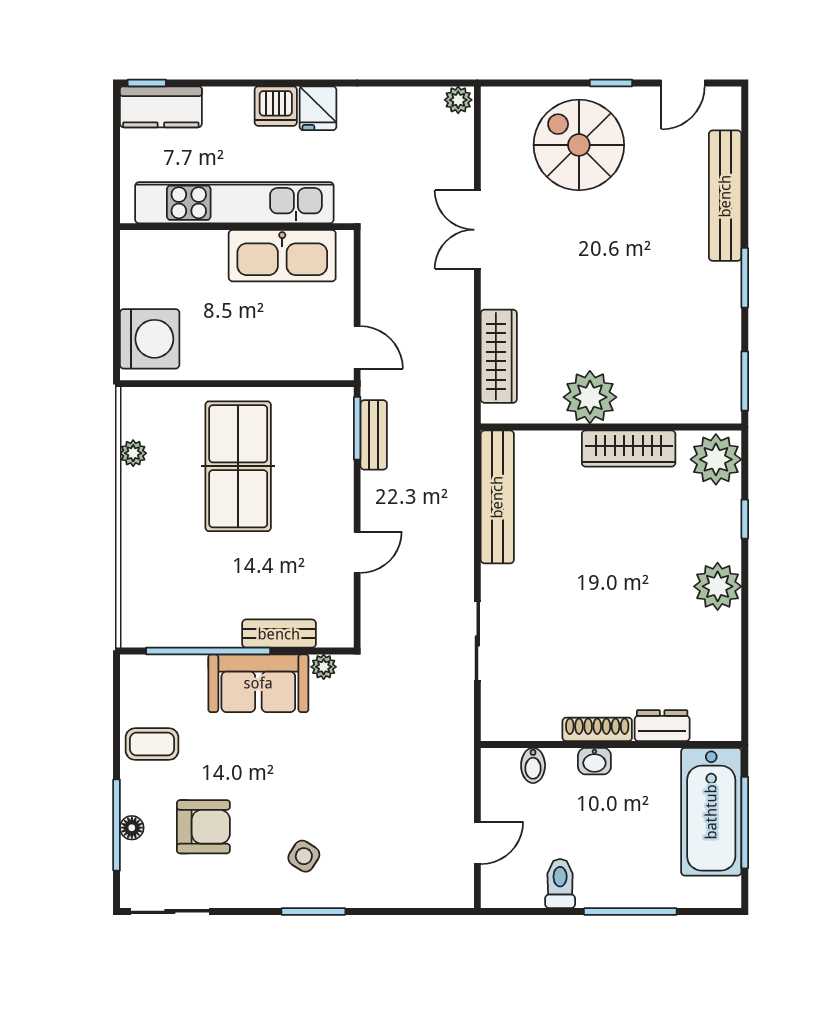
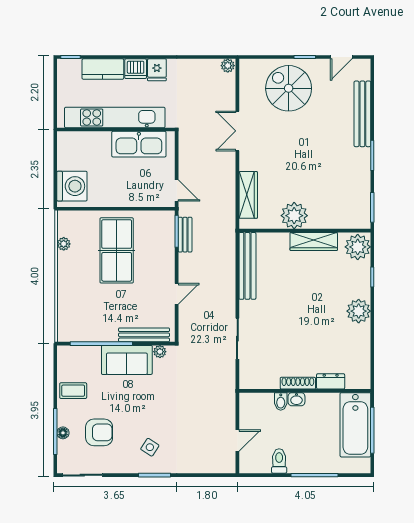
kitchen counter: (161, 107) -> (103, 69), moved
bench: (279, 634) -> (144, 335), width x1.36
bidet: (533, 765) -> (281, 401), moved

